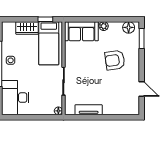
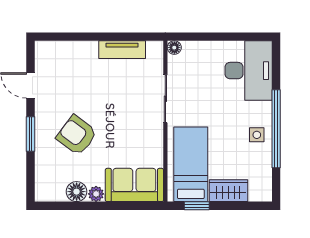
floor lamp: (129, 27) -> (77, 192), moved
window: (142, 38) -> (31, 134), moved
armchair: (115, 60) -> (77, 135), turned -135

